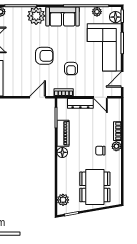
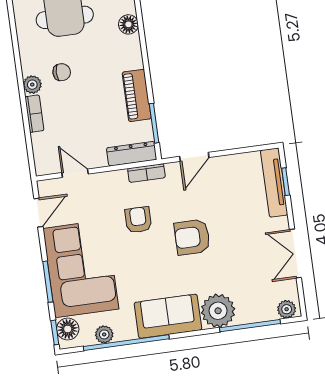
dresser: (80, 103) -> (132, 154), moved
floor lamp: (62, 152) -> (128, 24), moved

